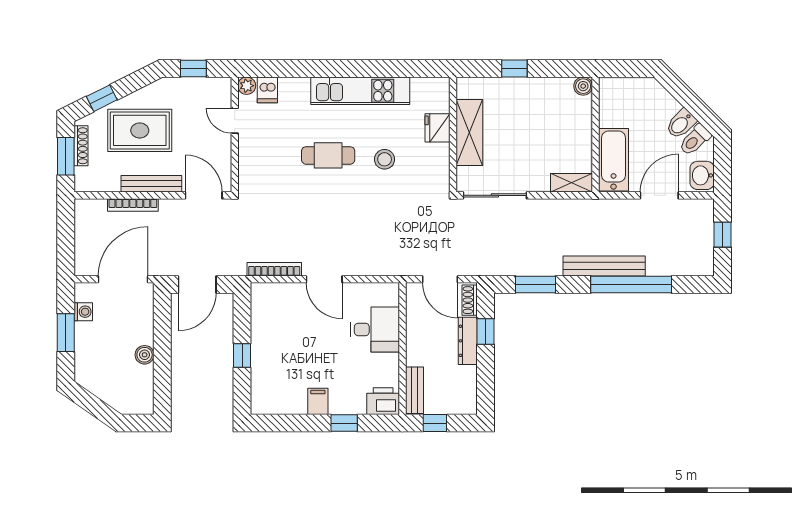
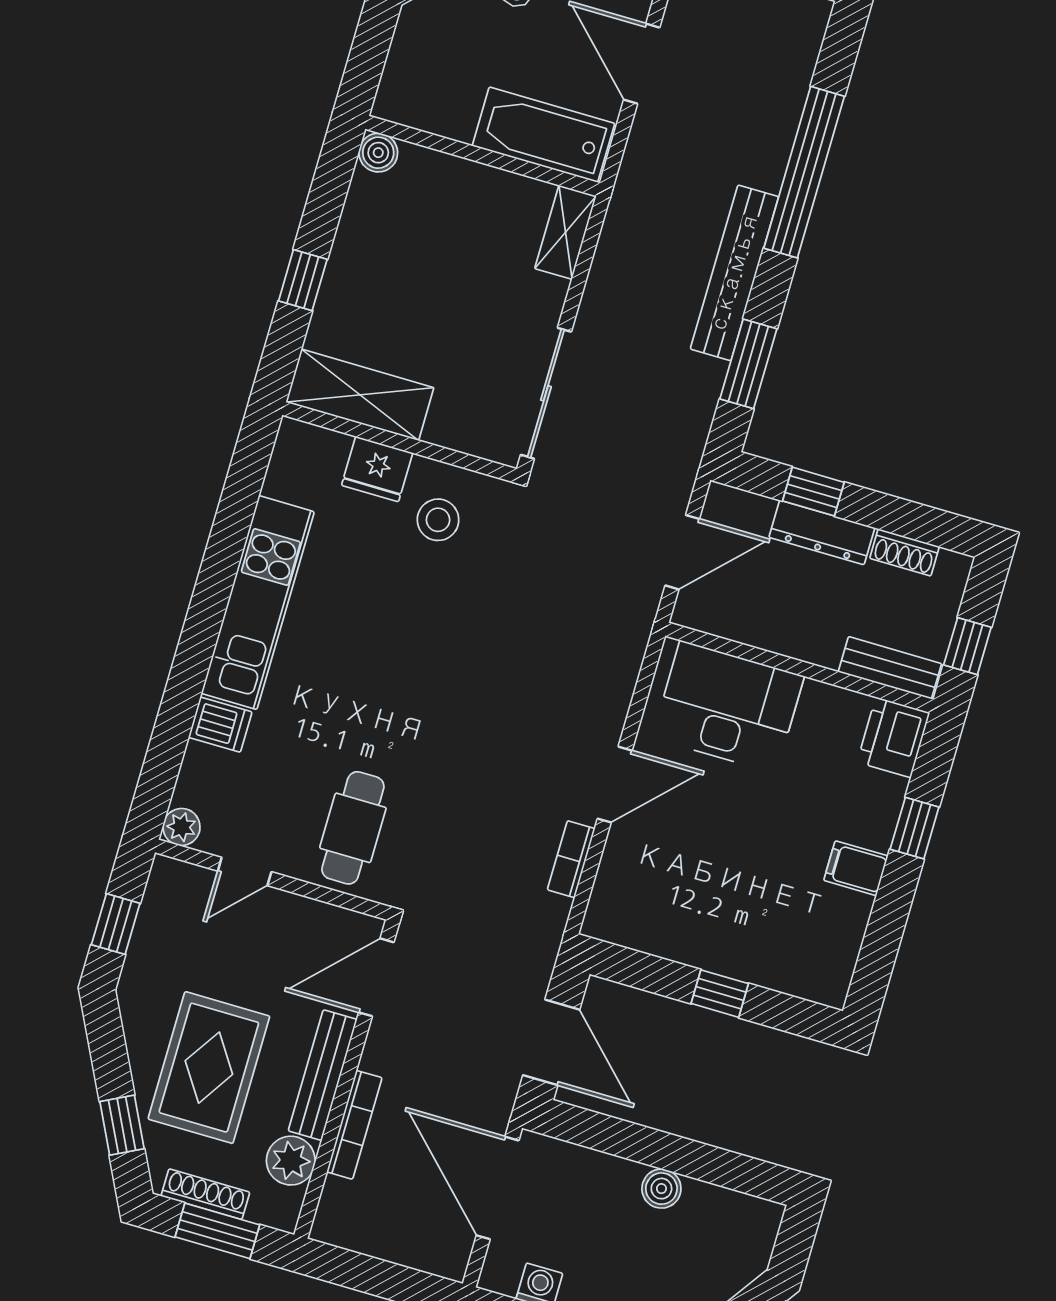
dishwasher: (267, 90) -> (220, 725), moved
shelving: (469, 132) -> (360, 395), moved
cafe table: (328, 155) -> (353, 828), moved
stool: (385, 159) -> (438, 520), moved
plant: (108, 181) -> (291, 1161), added
bench: (604, 266) -> (734, 273), moved
bookcase: (274, 269) -> (571, 859), width x0.64
shoe rack: (470, 300) -> (905, 552), moved
desk: (375, 329) -> (728, 707), width x1.37

